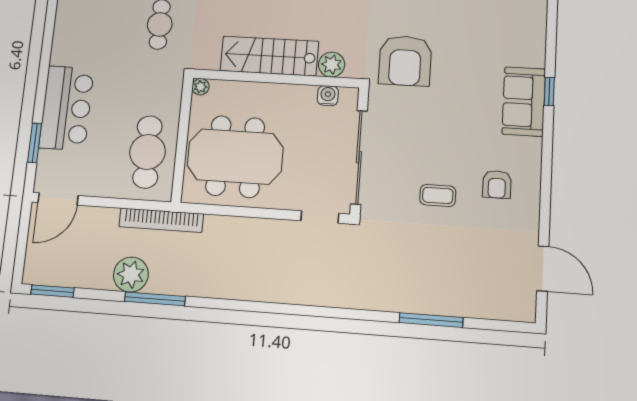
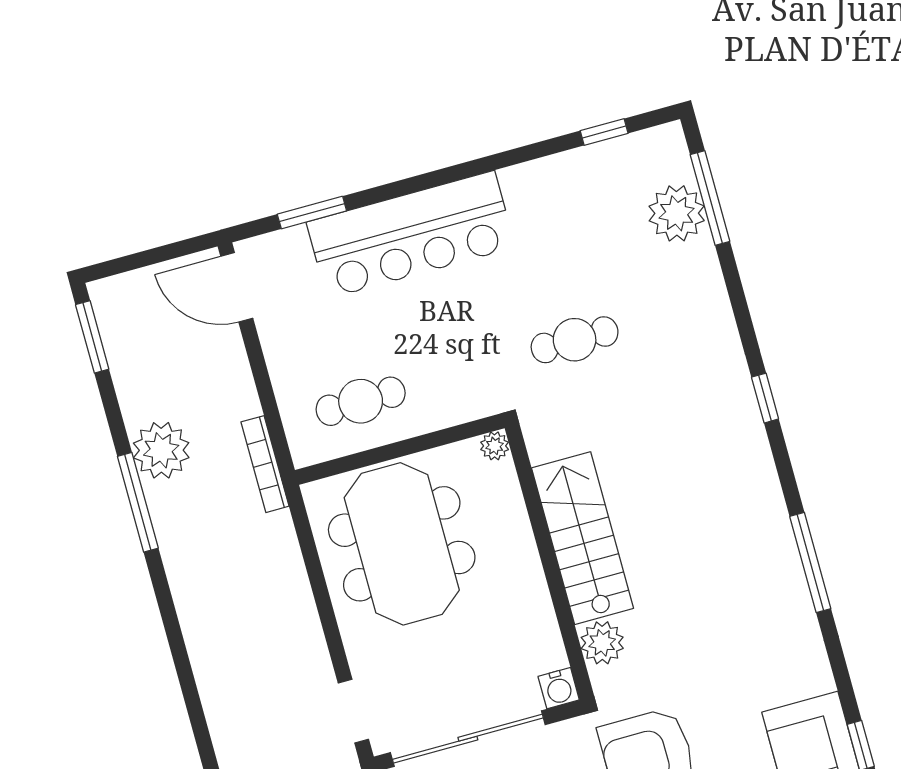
water cooler: (328, 96) -> (559, 688), moved, turned 90
bar counter: (66, 108) -> (411, 235), width x1.36
cafe table: (147, 152) -> (361, 401), width x0.73, depth x0.74
bookcase: (161, 220) -> (265, 464), width x0.68, depth x0.76

